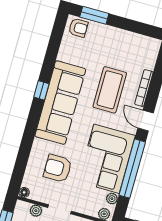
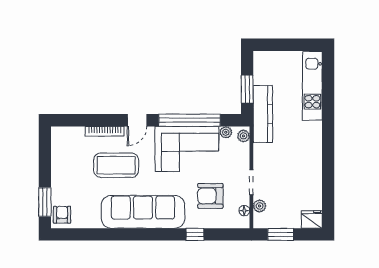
window: (41, 90) -> (195, 234), moved
armchair: (58, 168) -> (210, 196), turned 90
floor lamp: (24, 192) -> (244, 211), moved

